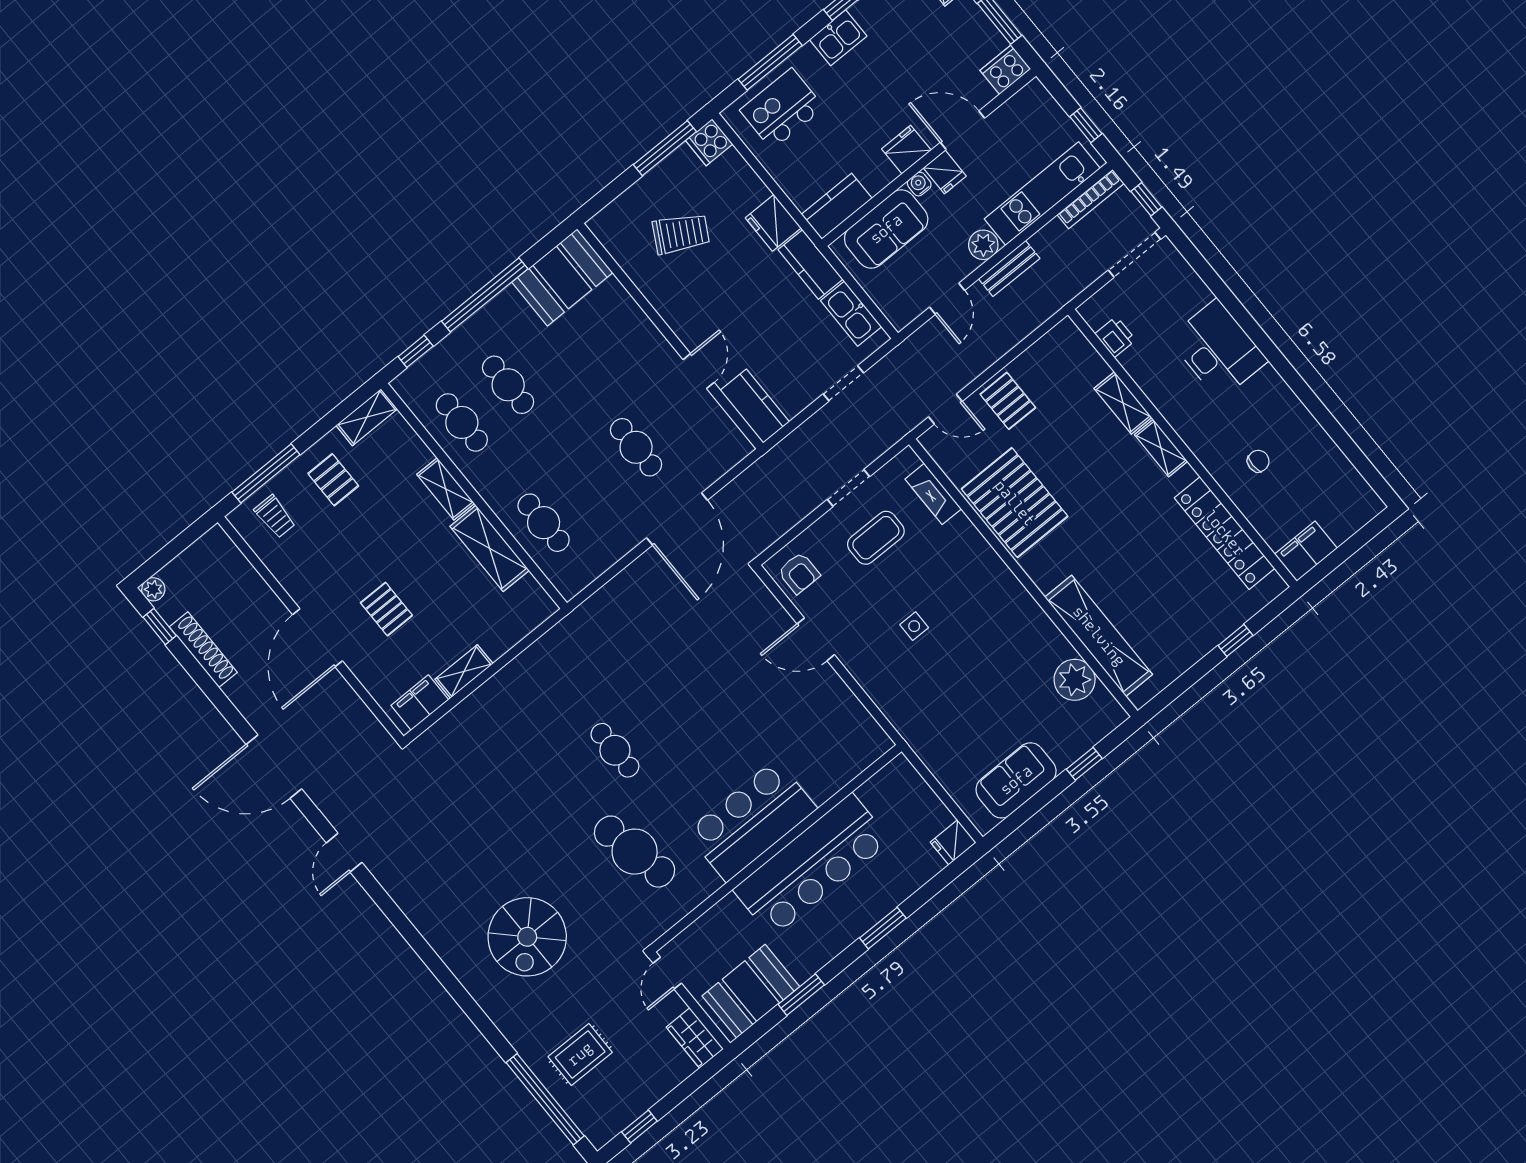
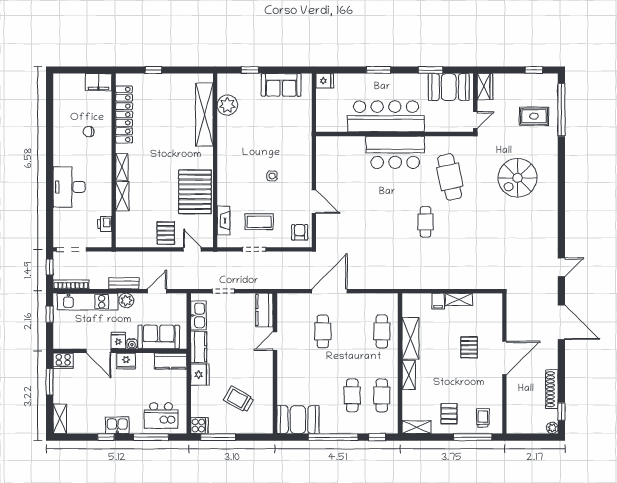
filing cabinet: (420, 703) -> (438, 301), moved, width x0.50
spiral stairs: (527, 937) -> (518, 178), turned 180

